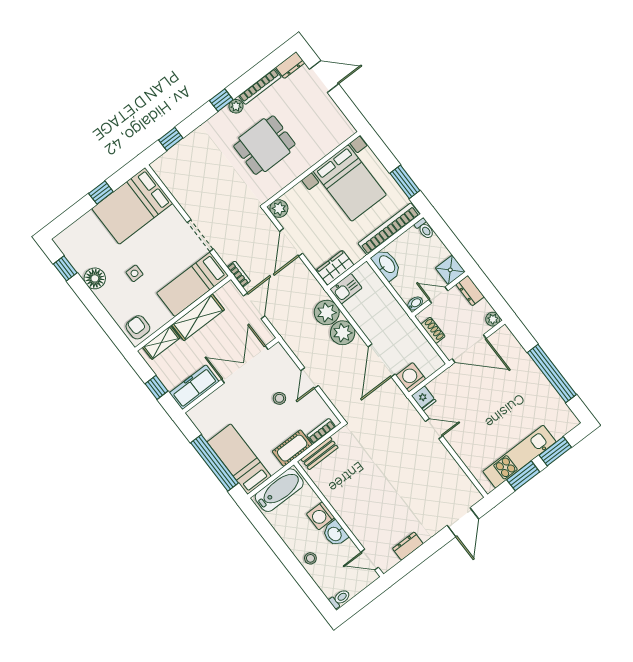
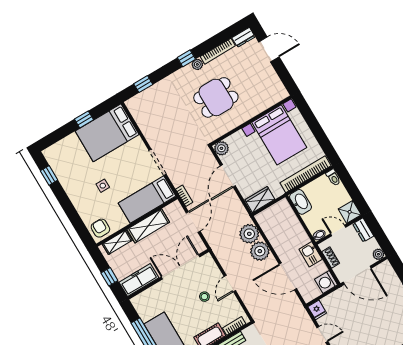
window: (405, 182) -> (322, 139), removed
floor lamp: (95, 278) -> (71, 186), removed
kitchen sink: (346, 289) -> (311, 254), moved, turned 90
door: (382, 360) -> (288, 276), hinge flipped
washing machine: (411, 377) -> (326, 282), moved, turned -90

